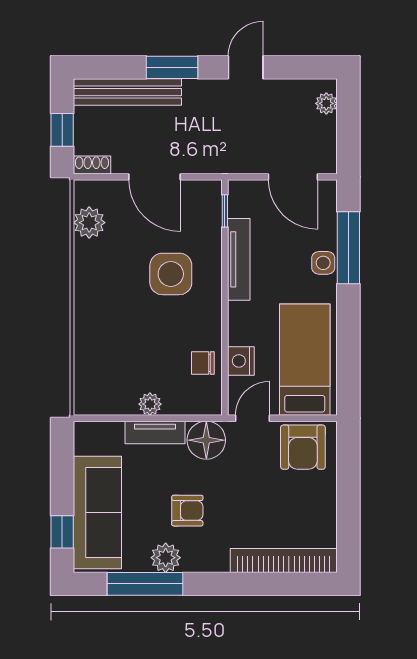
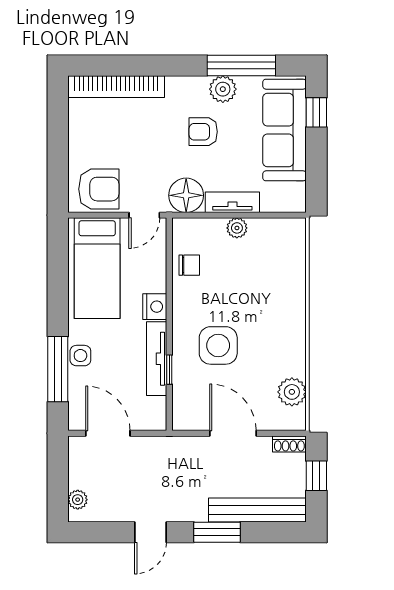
window: (225, 211) -> (169, 370), moved
nightstand: (241, 361) -> (155, 307), moved
armchair: (303, 447) -> (99, 189), turned 90

